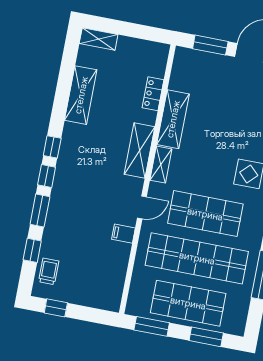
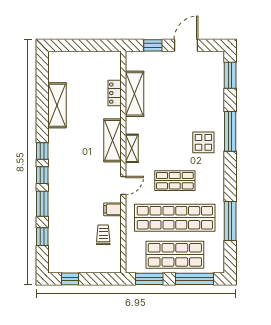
shelving: (99, 39) -> (63, 58), removed
window: (210, 45) -> (153, 45), width x0.67
shelving: (173, 119) -> (135, 94), moved
shop shelf: (205, 214) -> (175, 181), width x0.70, depth x0.74
trolley: (49, 271) -> (103, 235), moved
window: (206, 337) -> (194, 279), width x1.44

